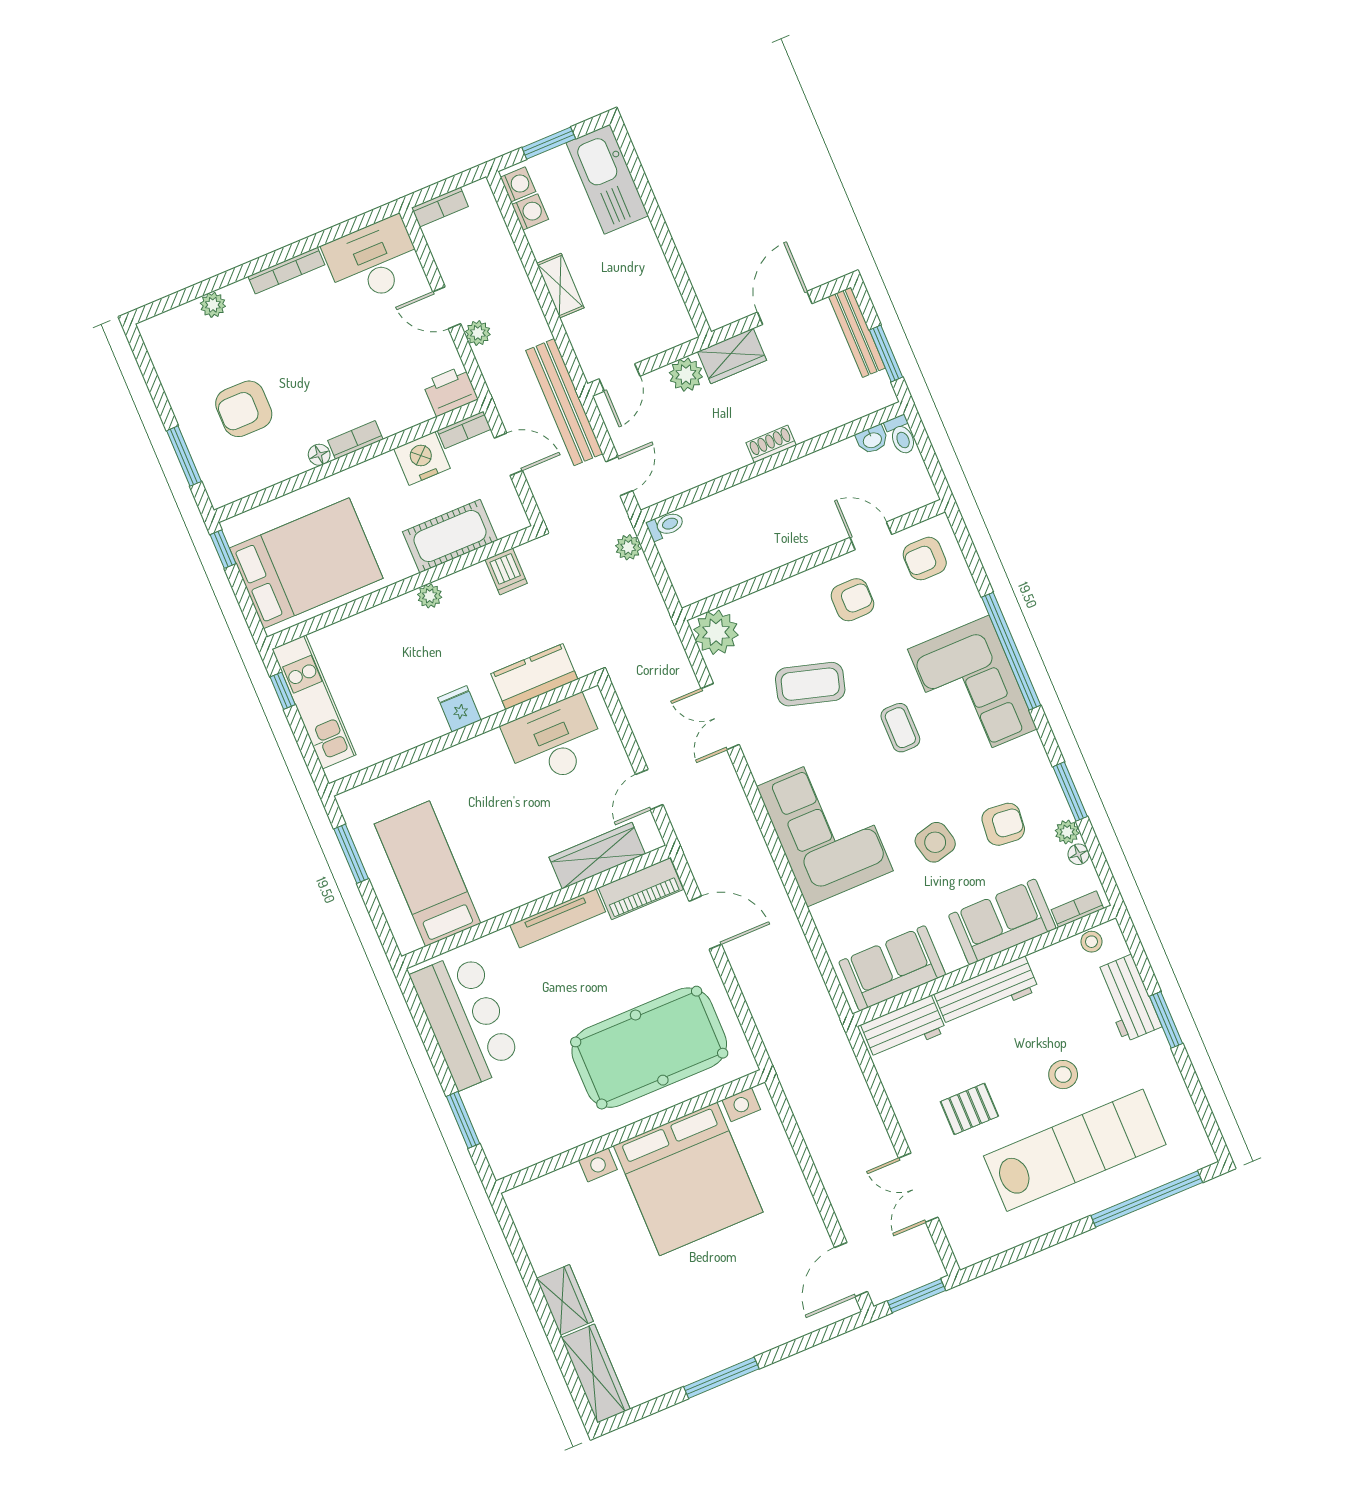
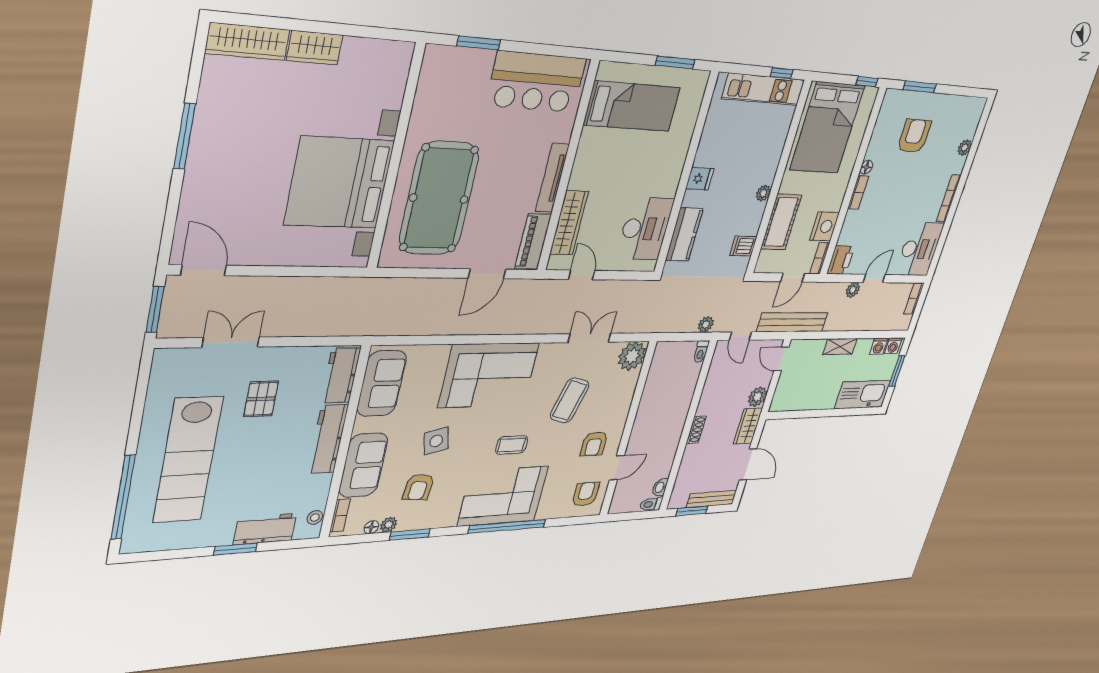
stool: (1063, 1075) -> (243, 470), removed

